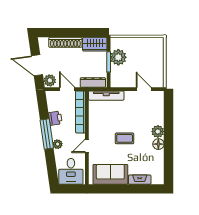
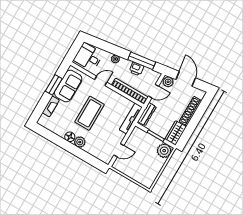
plant: (118, 57) -> (164, 151), moved
door: (37, 65) -> (186, 79), hinge flipped
window: (47, 134) -> (142, 61), moved
coffee table: (125, 138) -> (89, 113), width x1.86, depth x1.72
door: (87, 146) -> (101, 81), hinge flipped
window: (117, 189) -> (54, 85), added

